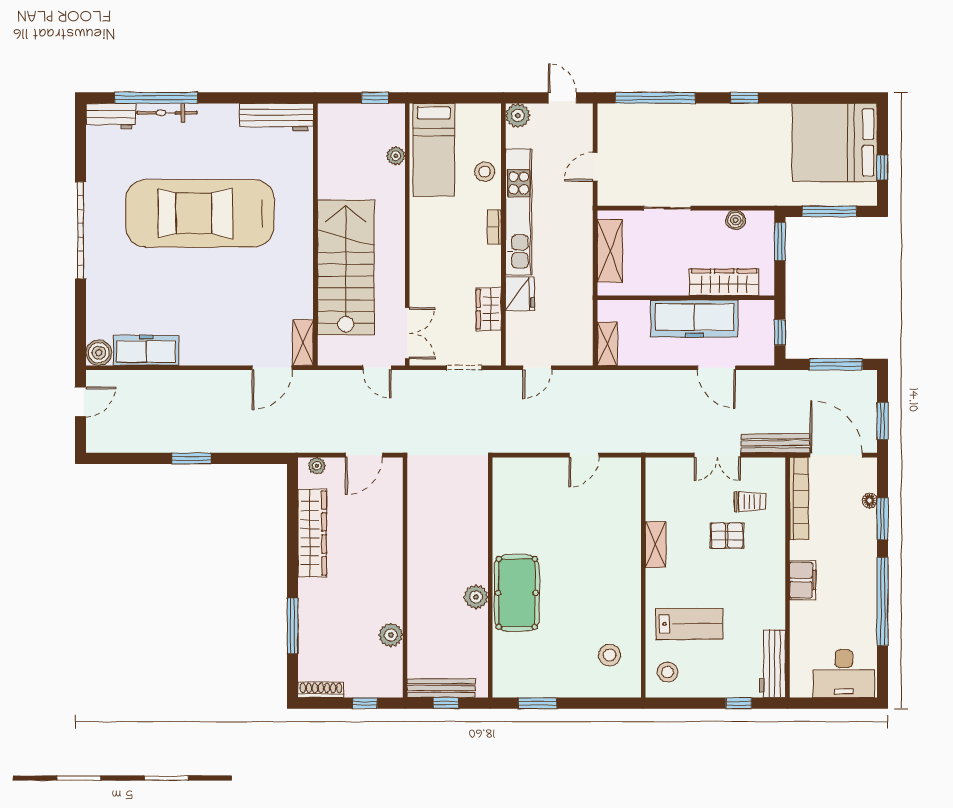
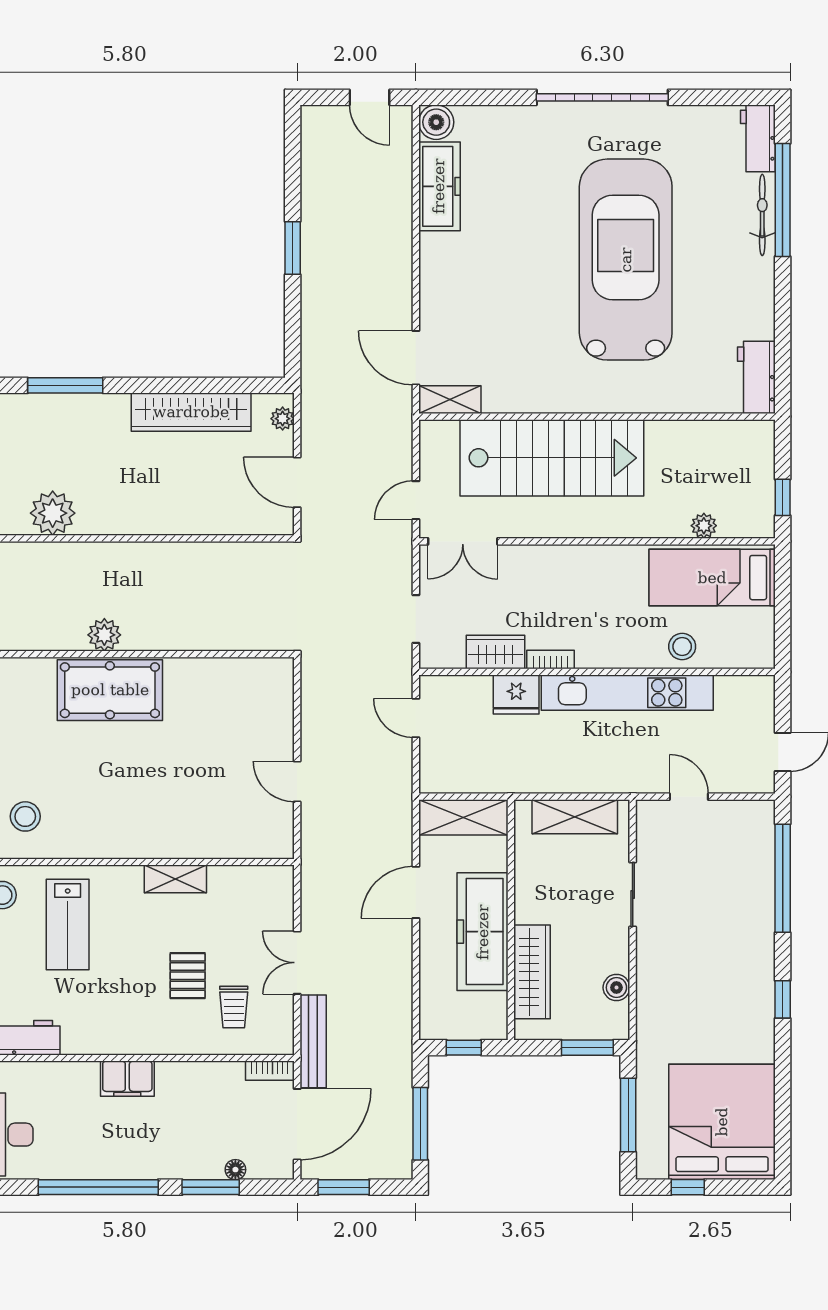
plant: (518, 115) -> (759, 692), removed
workbench: (277, 117) -> (756, 377), width x0.73
bookcase: (494, 227) -> (551, 660), moved
shelving: (607, 344) -> (463, 817), width x1.50, depth x1.33
door: (716, 368) -> (416, 892), moved
bookcase: (799, 499) -> (270, 1071), width x0.43, depth x0.76
plant: (391, 635) -> (53, 513), width x1.36, depth x1.36

